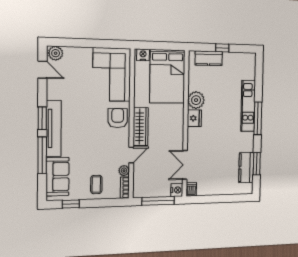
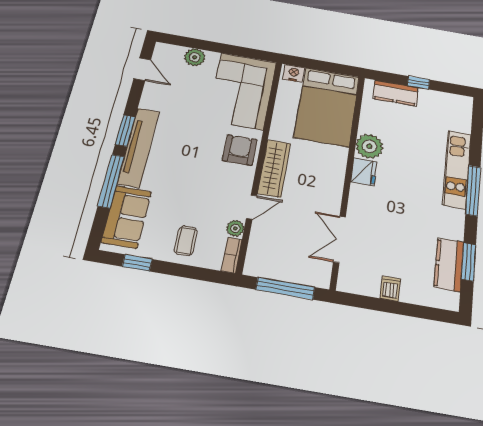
plant: (56, 53) -> (195, 57), moved
dishwasher: (191, 189) -> (390, 289), moved
nightstand: (177, 190) -> (320, 277), removed

